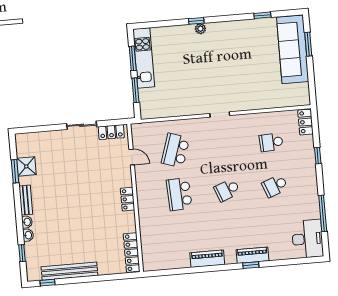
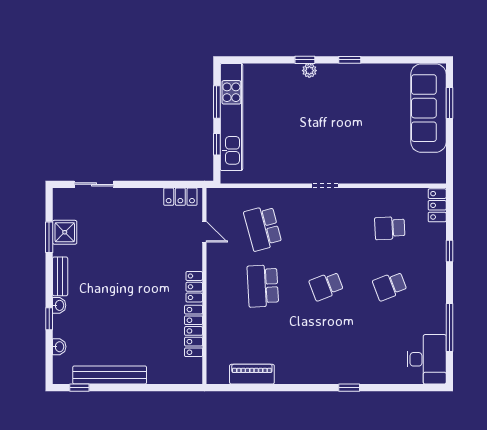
window: (262, 15) -> (350, 60), moved
kitchen unit: (144, 58) -> (231, 117), width x1.36
window: (135, 90) -> (217, 144), width x0.67
sliding door: (82, 125) -> (94, 184), moved
school desk: (175, 150) -> (263, 228), turned -33
washbasin: (28, 235) -> (59, 347), moved
locker: (132, 252) -> (194, 331), moved
window: (22, 253) -> (49, 319), moved
piano: (252, 255) -> (352, 375), removed
piano: (207, 259) -> (252, 374), moved

